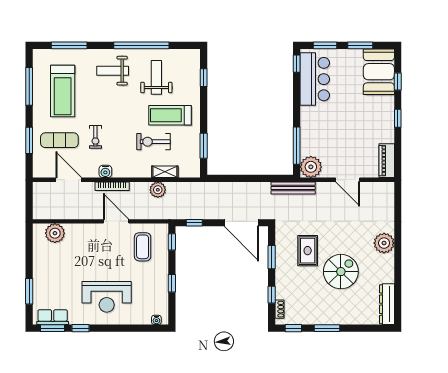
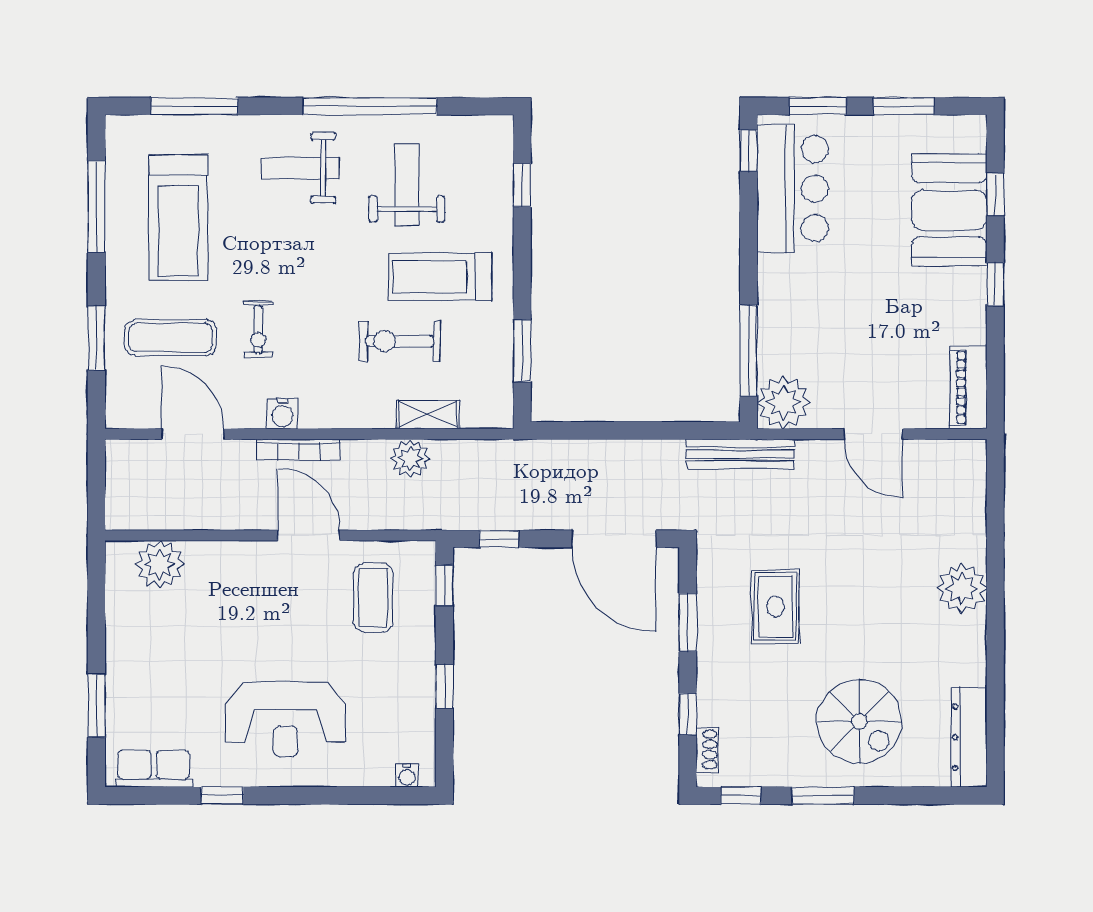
booth: (379, 72) -> (949, 210), moved
spiral stairs: (341, 272) -> (859, 721), moved, turned 90
window: (53, 328) -> (154, 796), removed

